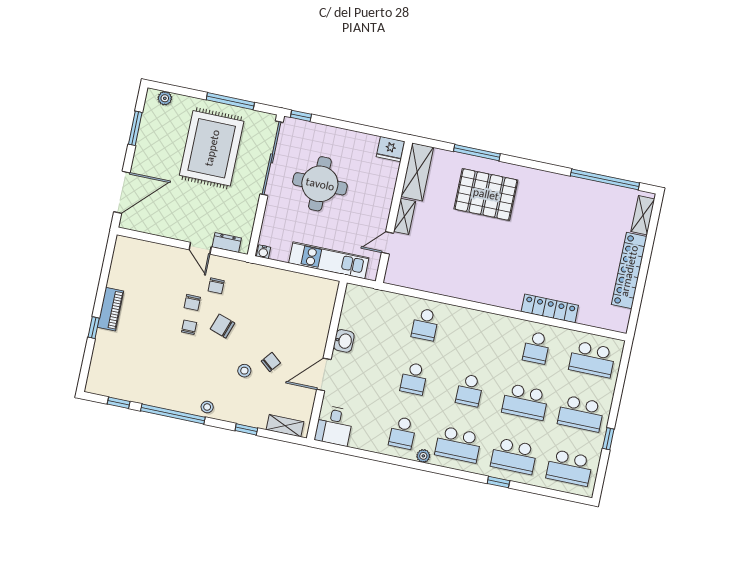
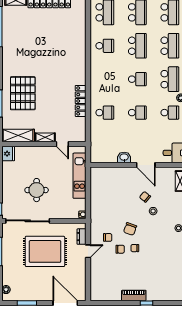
rug: (212, 148) -> (45, 251), moved
round table: (320, 184) -> (37, 190), width x0.73, depth x0.73
locker: (550, 308) -> (81, 101), moved

